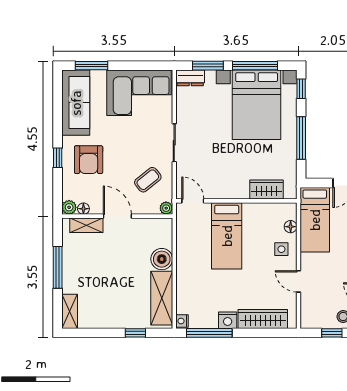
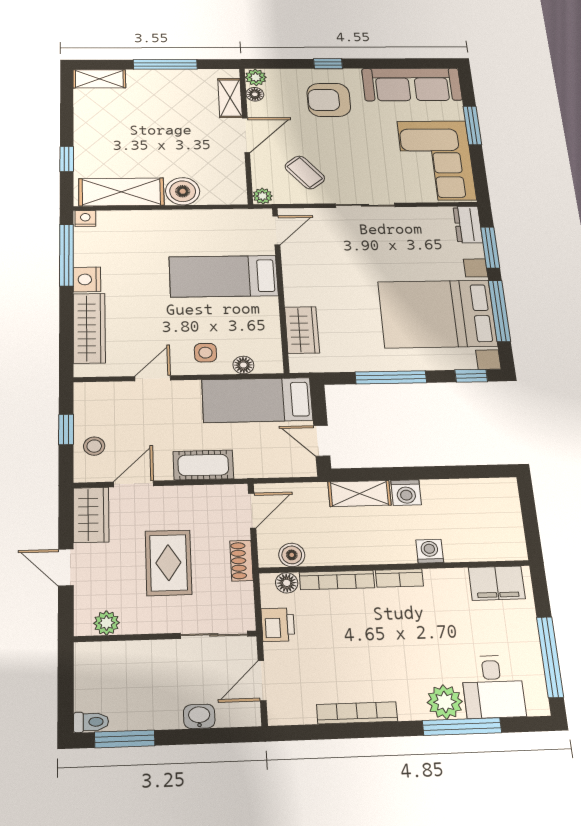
window: (92, 66) -> (472, 125), moved

